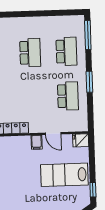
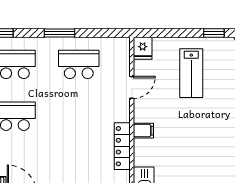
filing cabinet: (37, 142) -> (143, 131), moved
lab bench: (64, 175) -> (191, 73), width x0.73, depth x0.72

